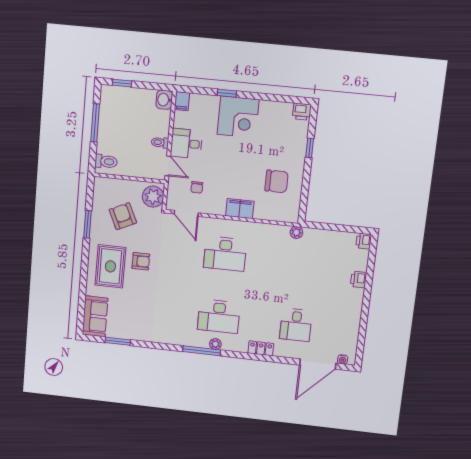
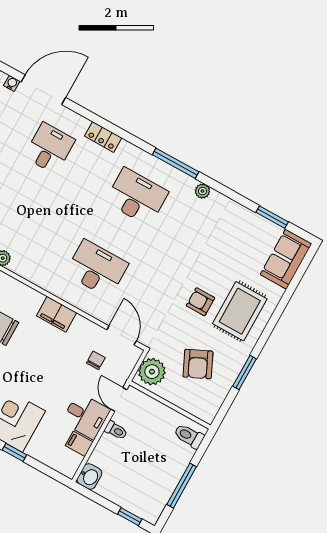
filing cabinet: (182, 101) -> (79, 444), moved, turned -90
plant: (215, 344) -> (202, 191), moved

